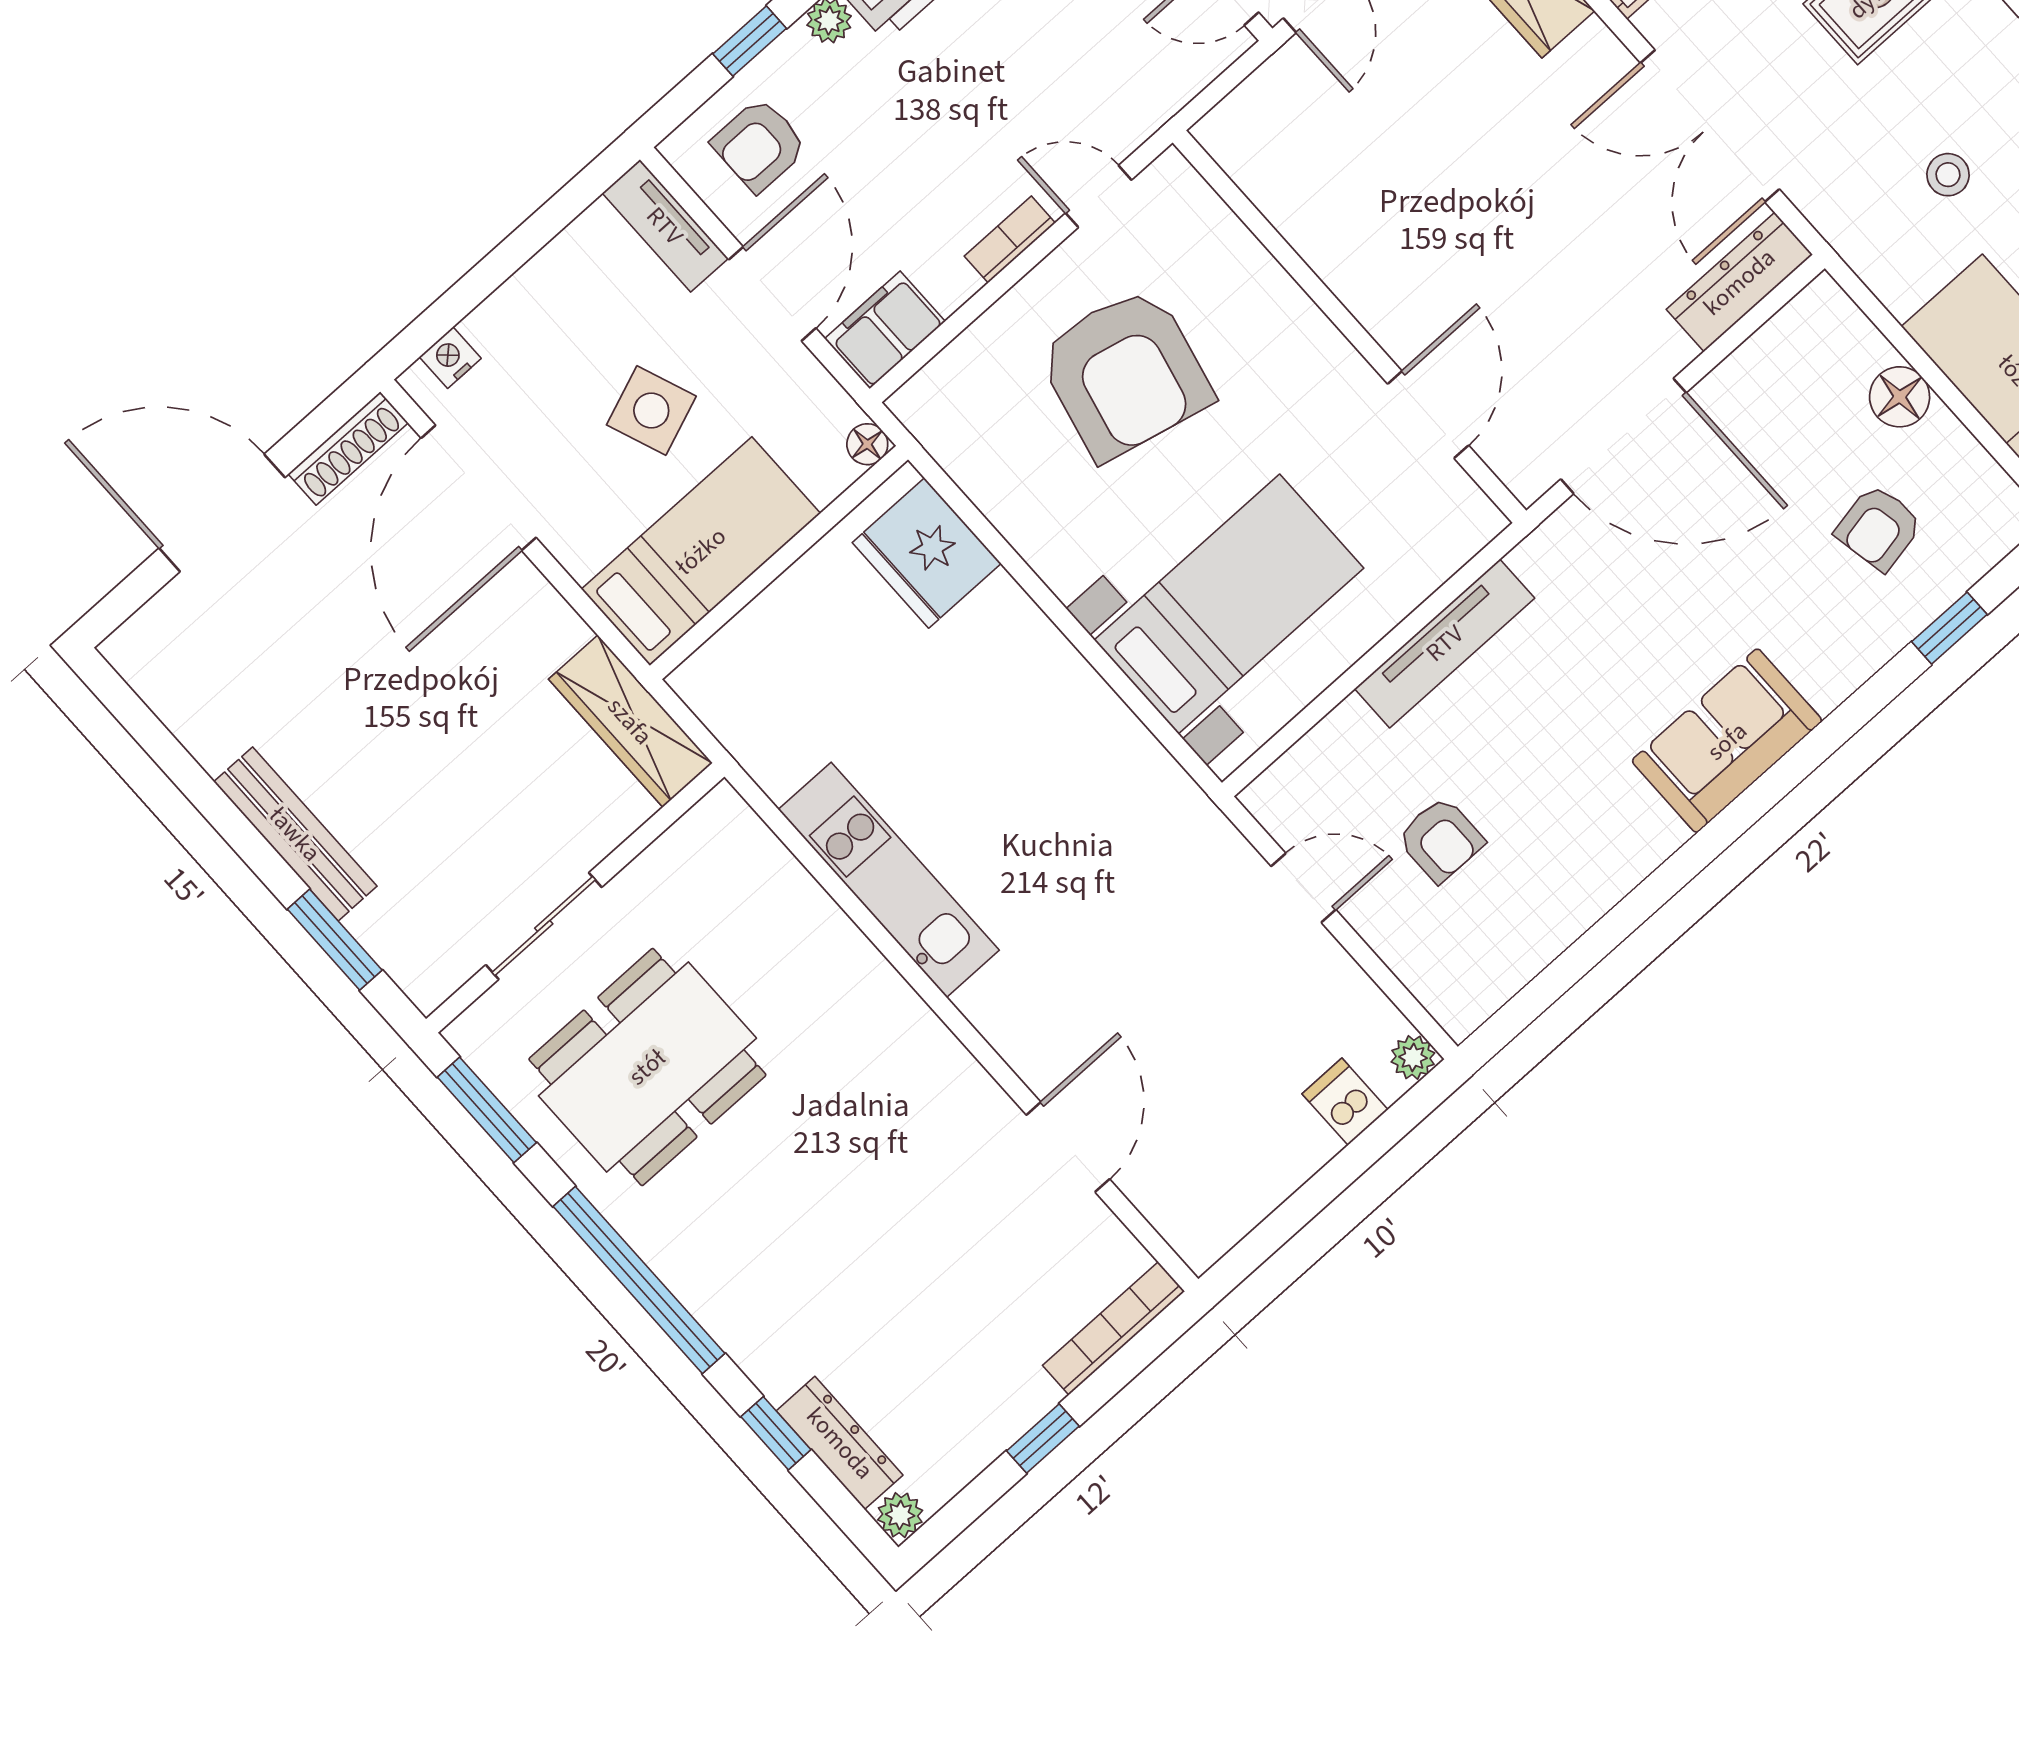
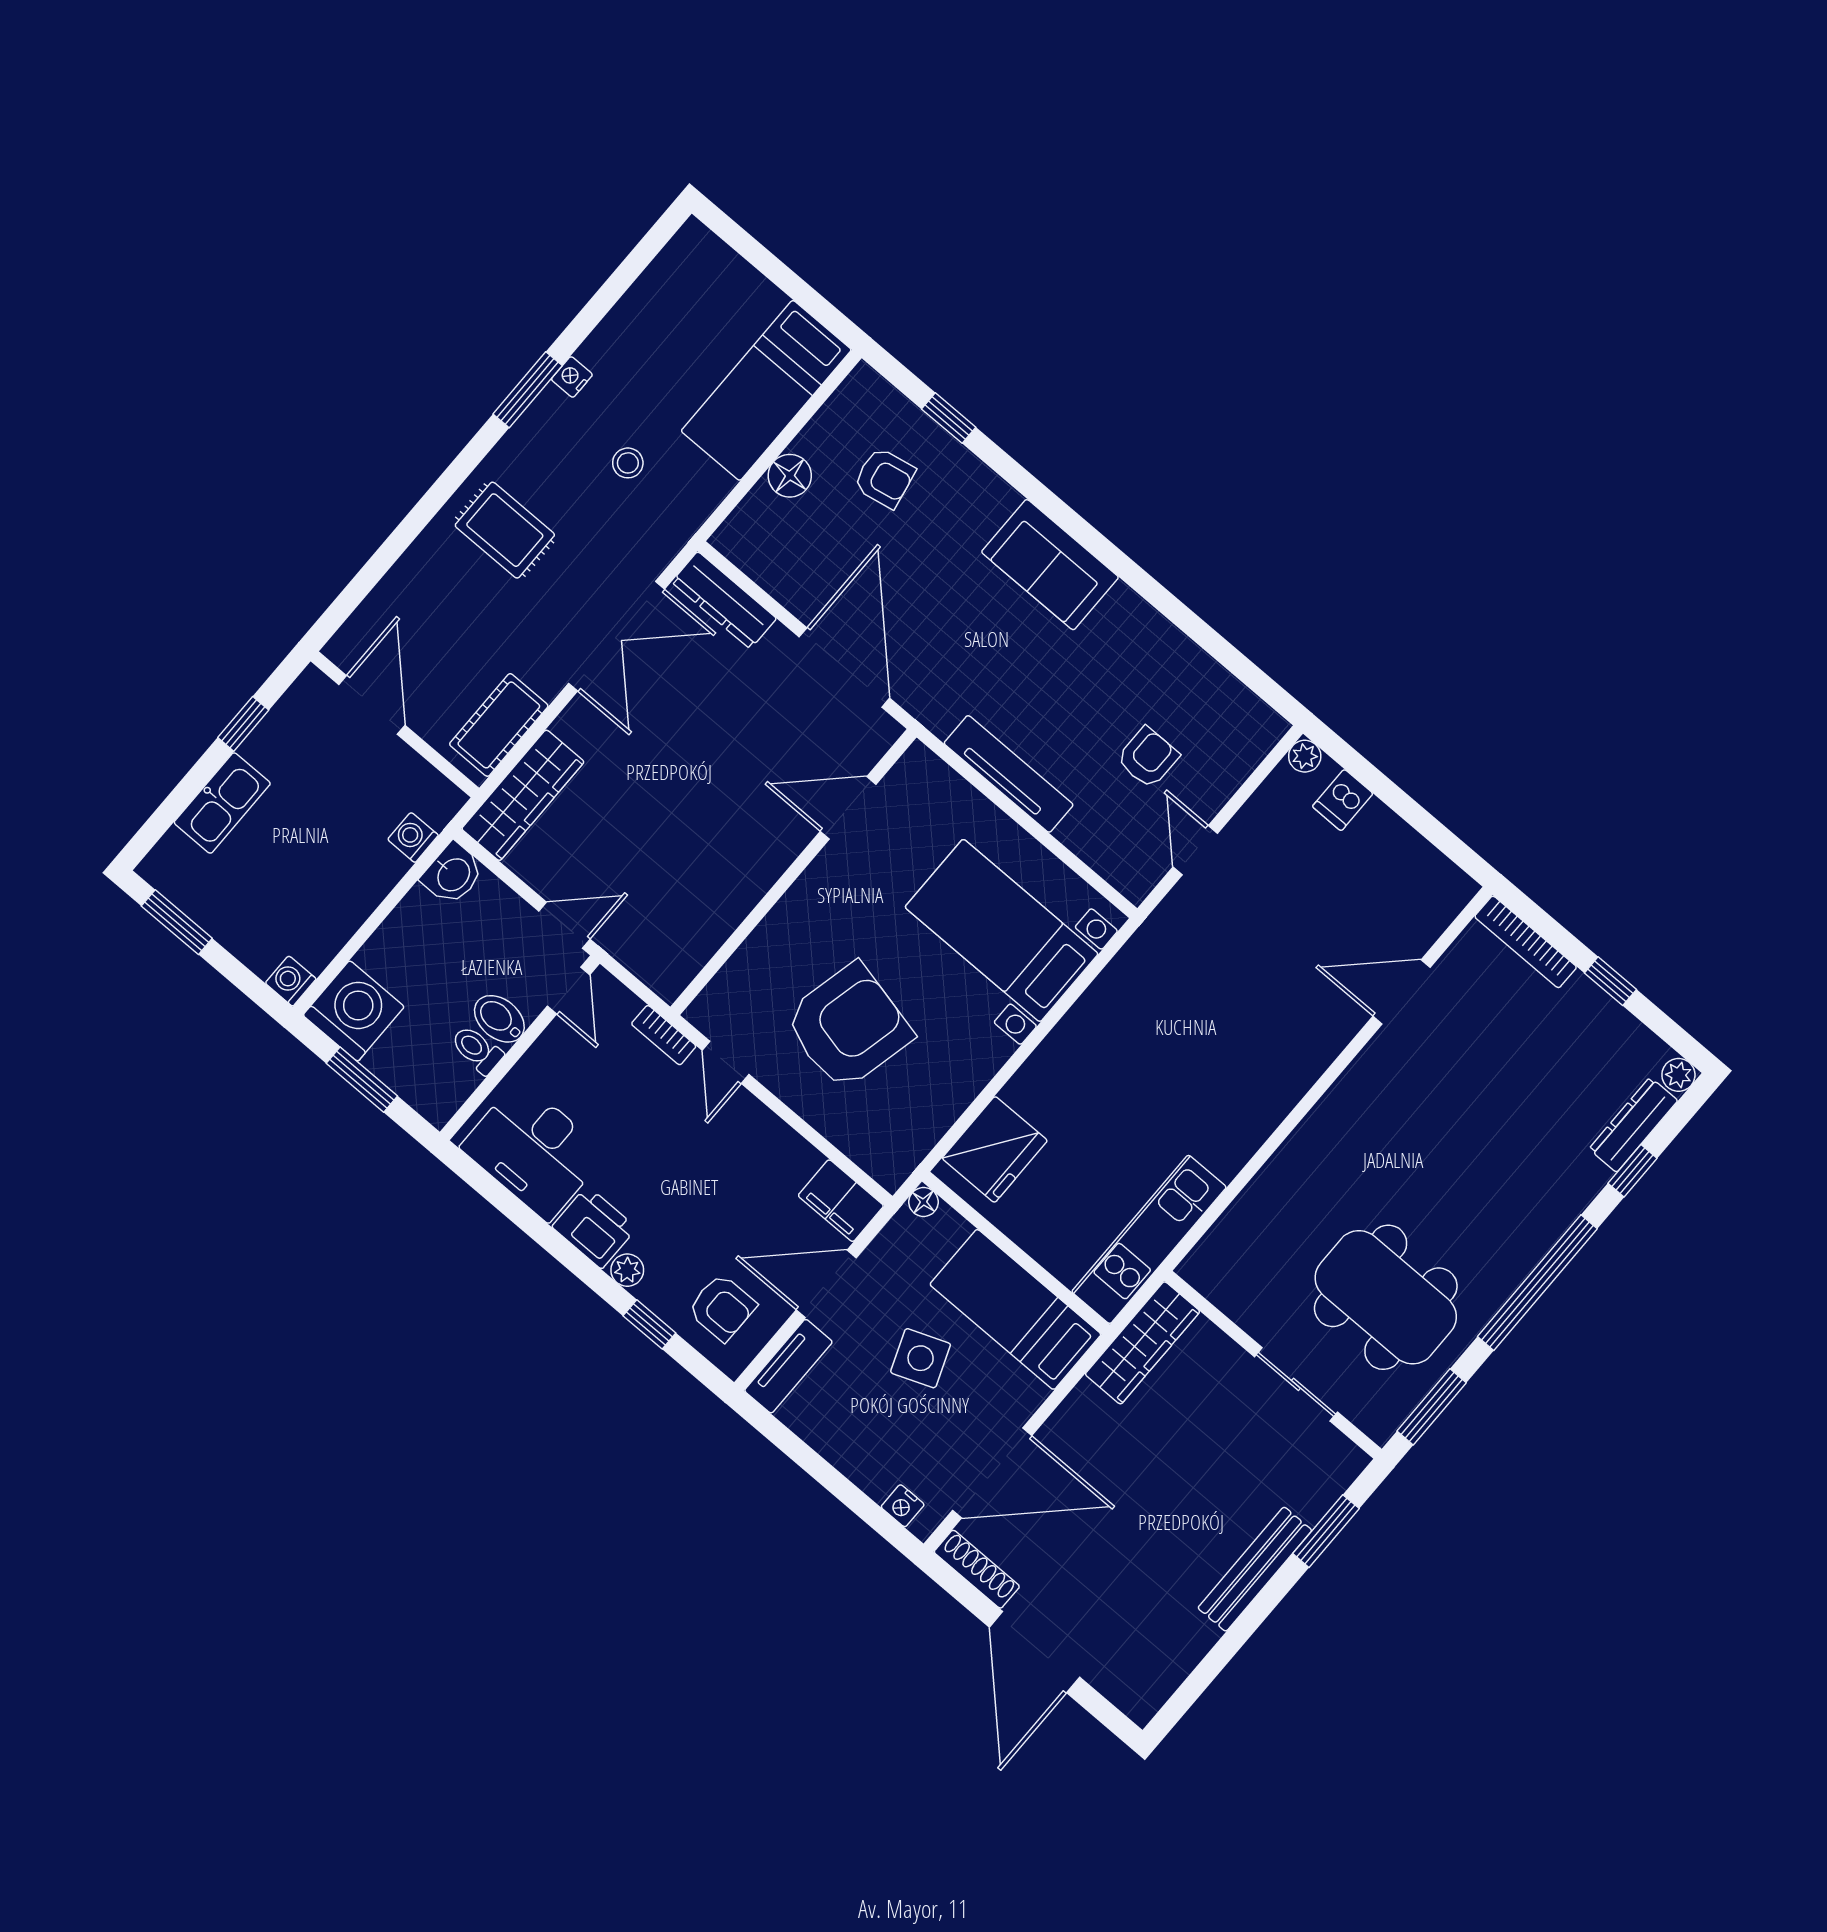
bookcase: (1010, 239) -> (664, 1035), moved
kitchen unit: (889, 880) -> (1149, 1239), moved

